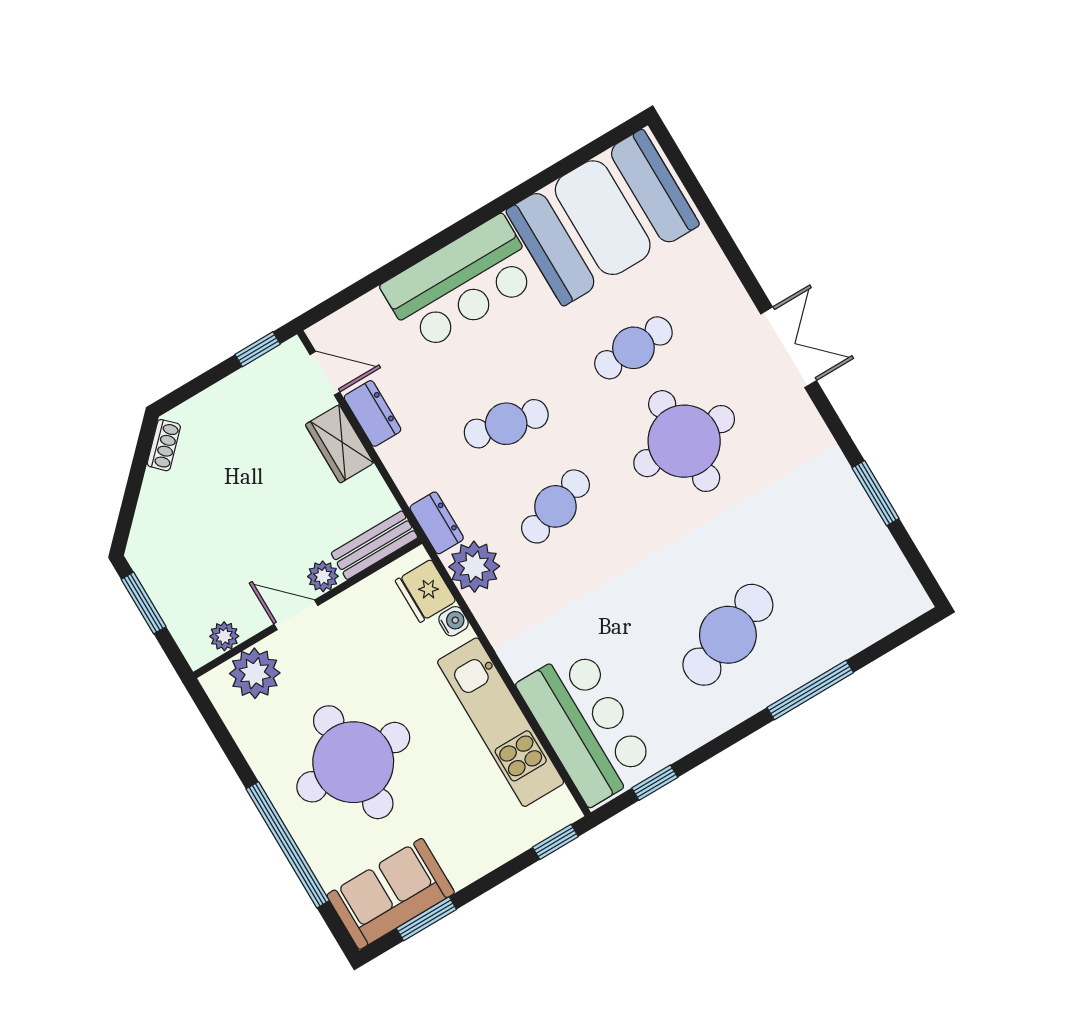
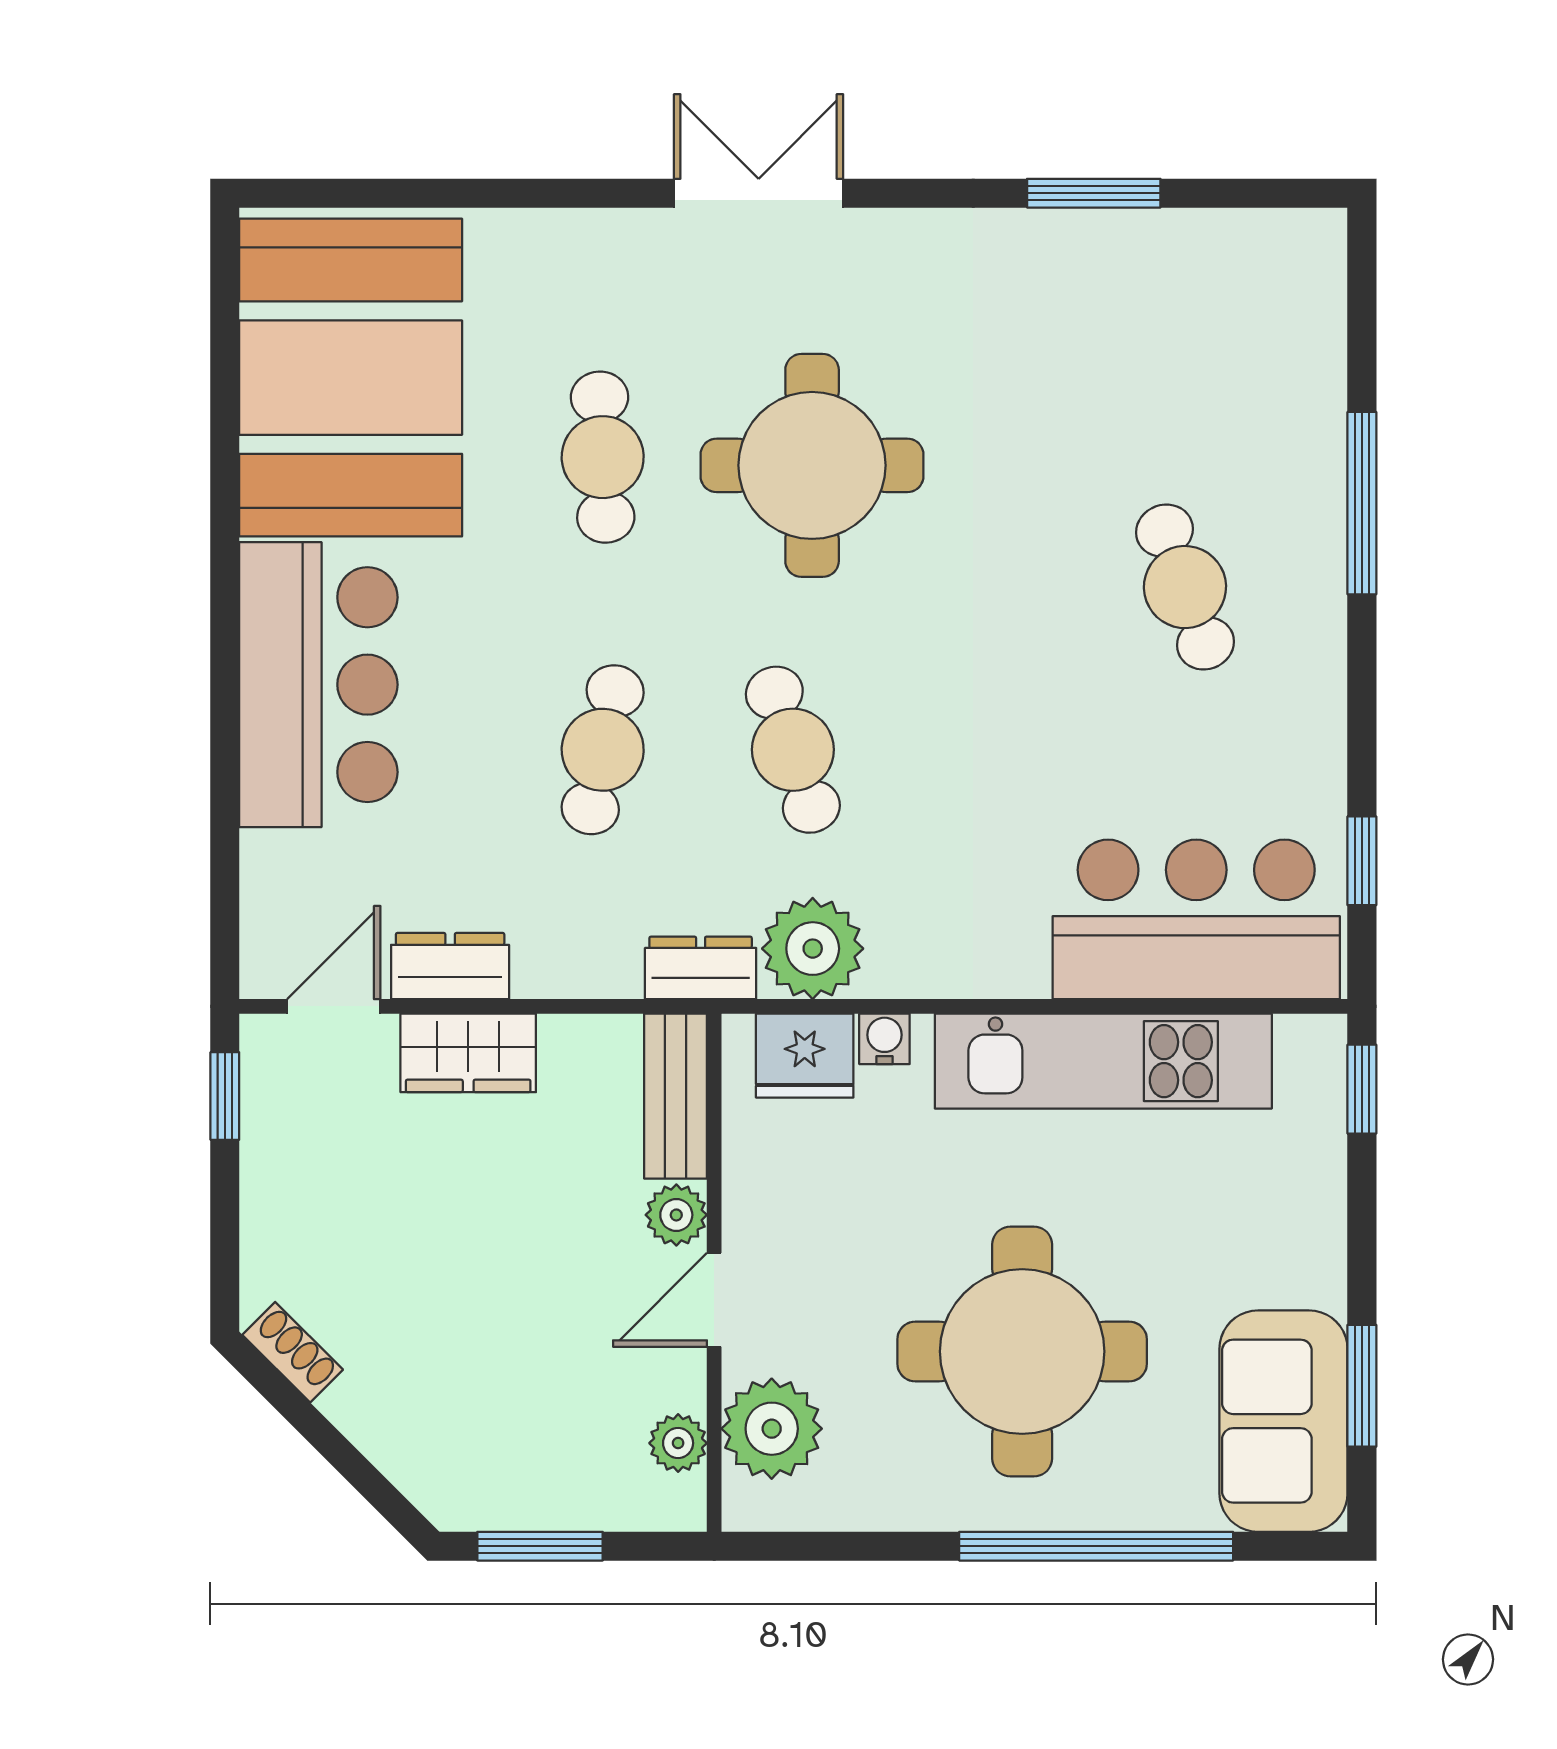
cafe table: (728, 635) -> (1185, 587), width x0.73, depth x0.74

